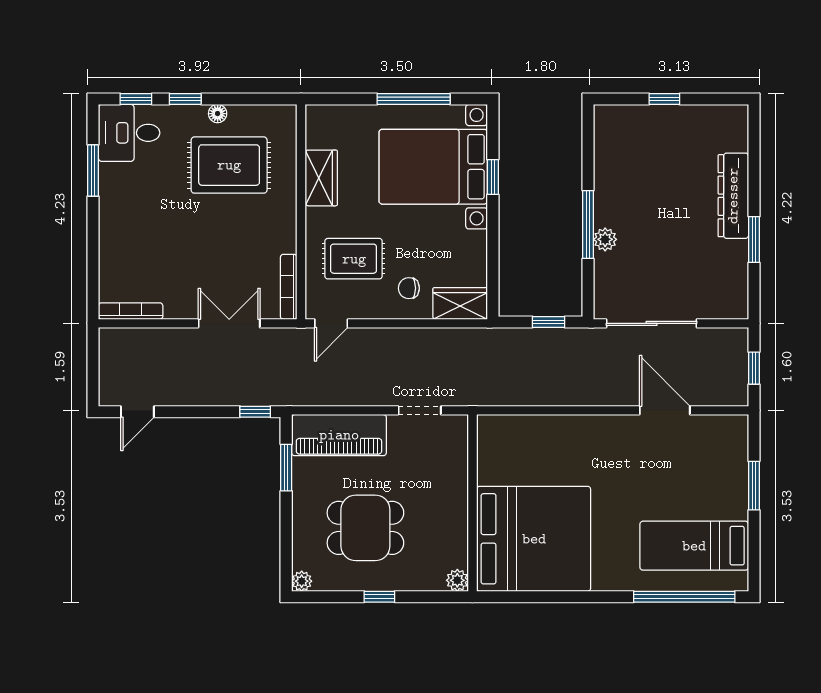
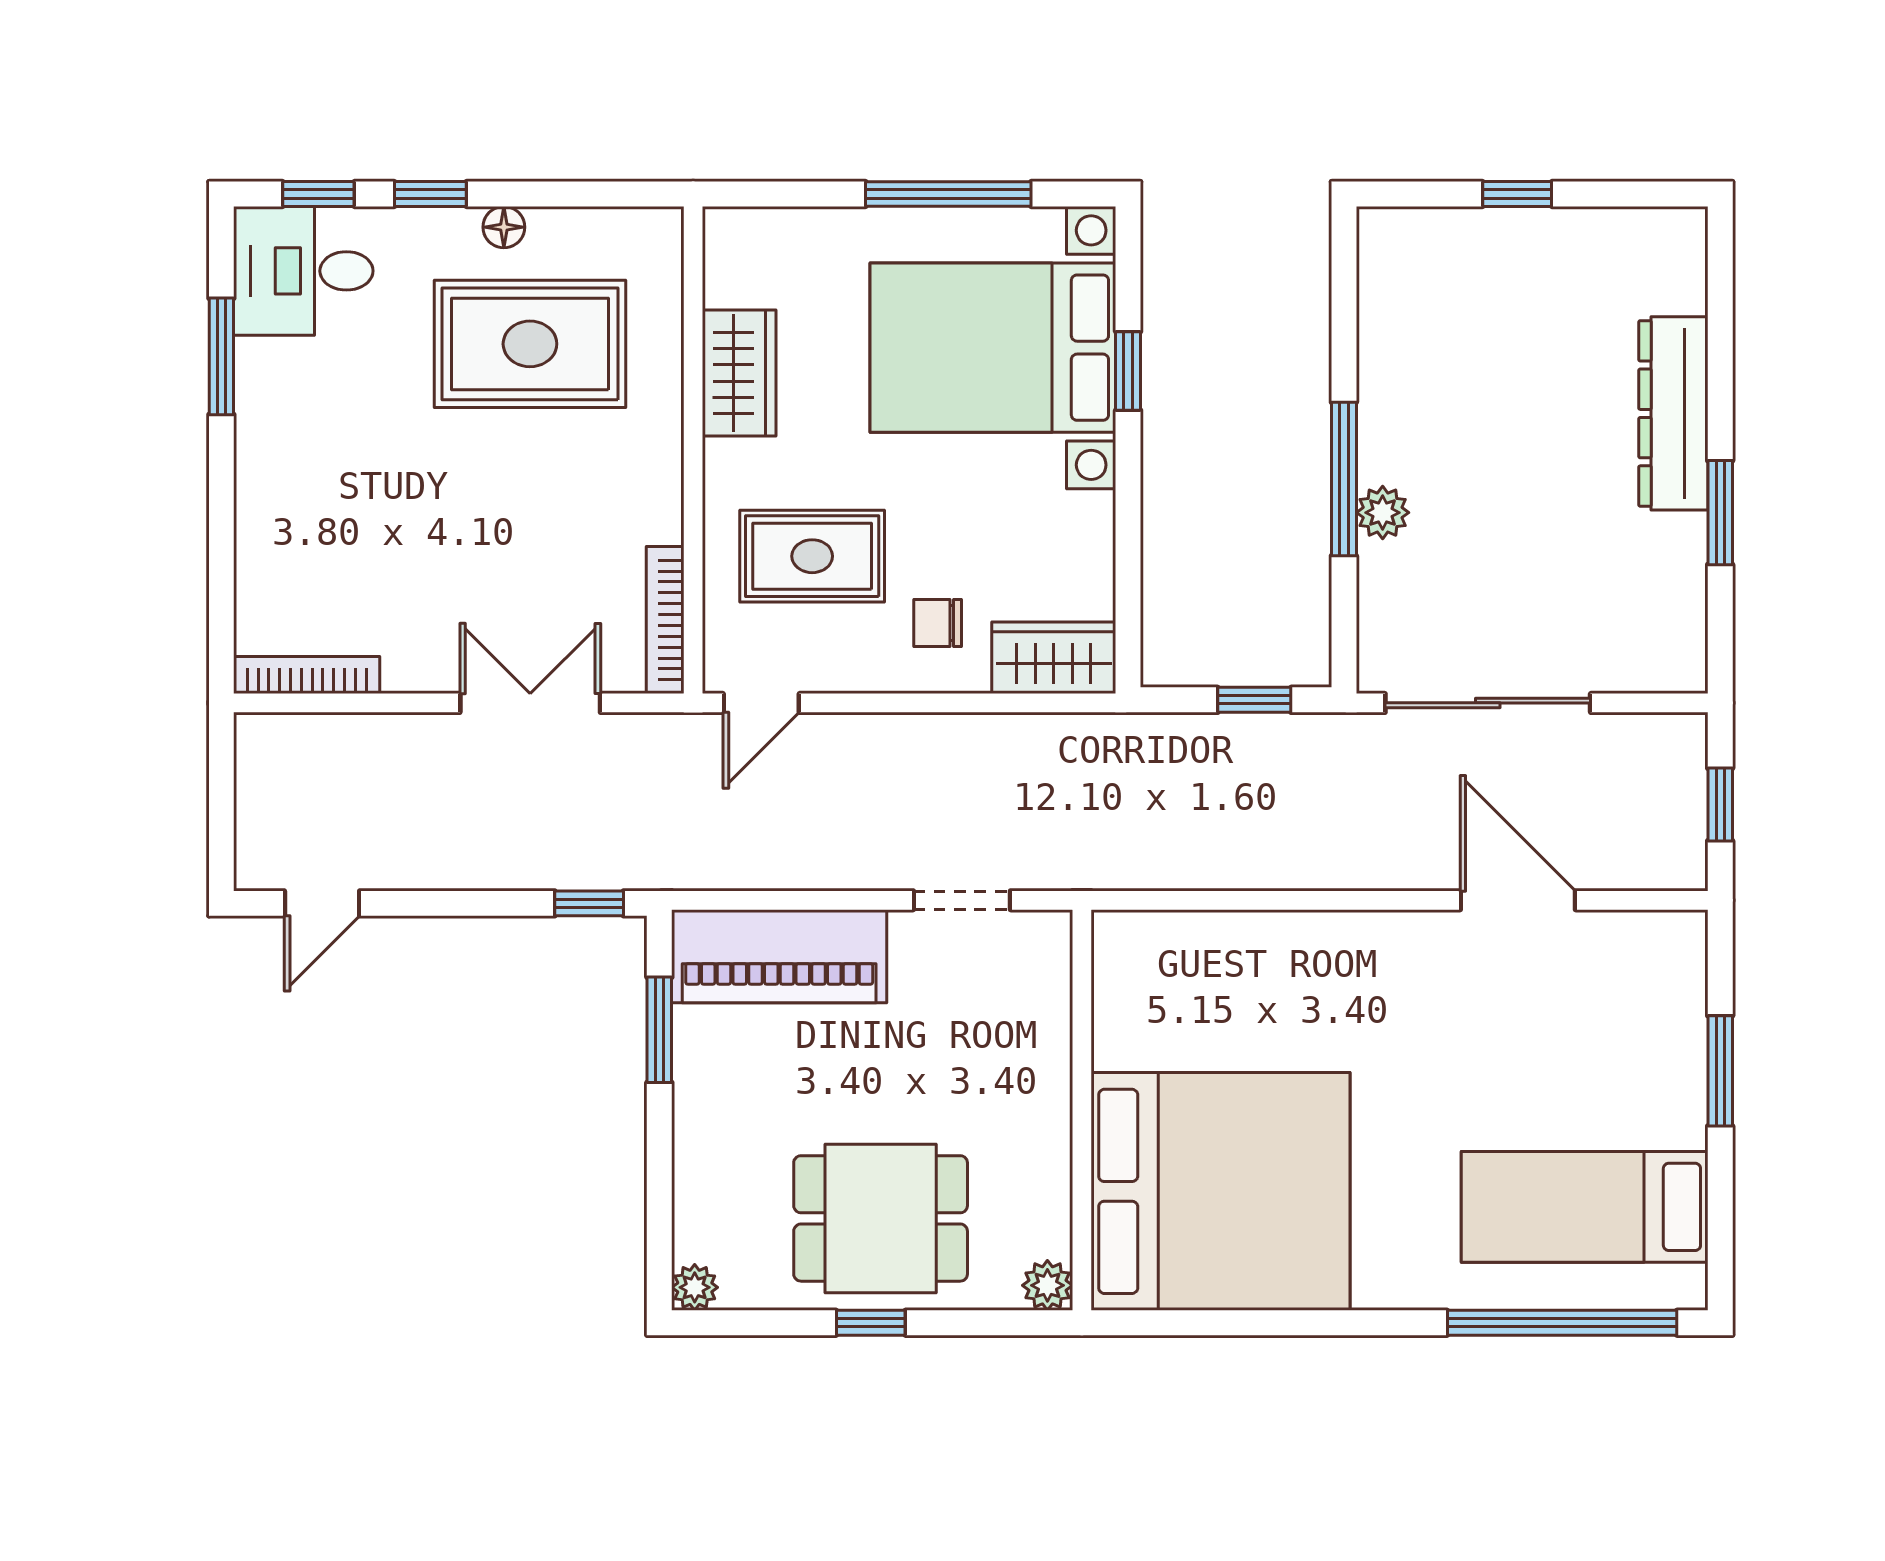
dining table: (365, 528) -> (881, 1218), moved

